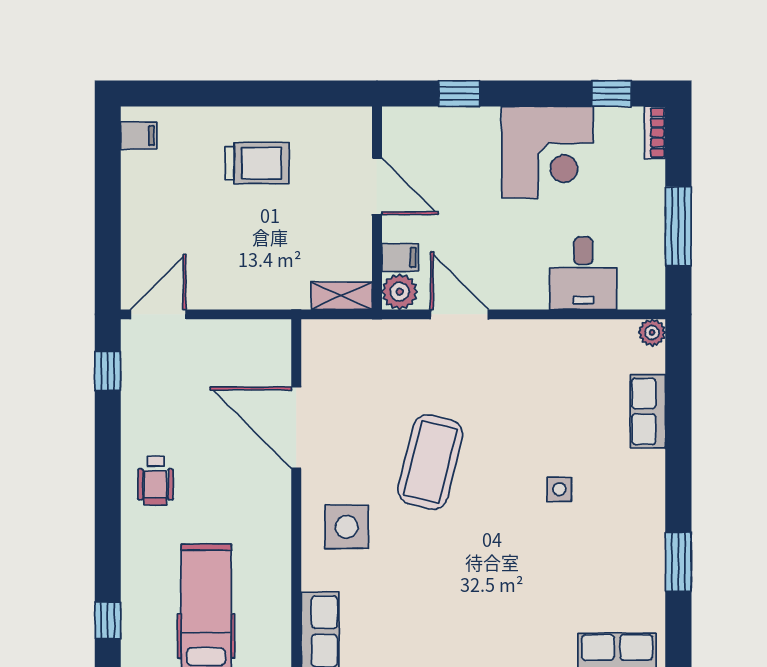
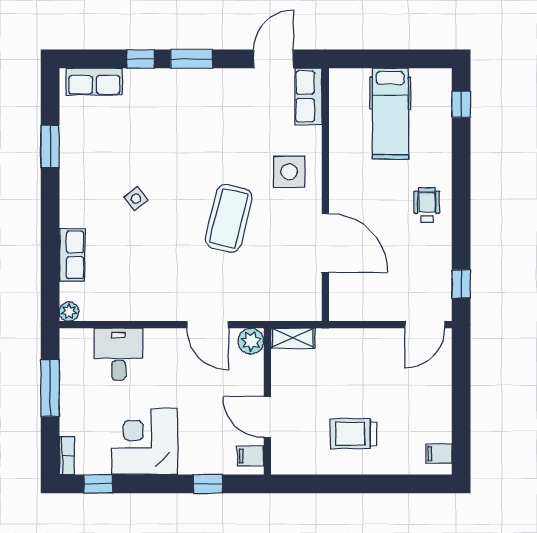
filing cabinet: (400, 257) -> (251, 456), moved
side table: (559, 489) -> (136, 199), turned -38

